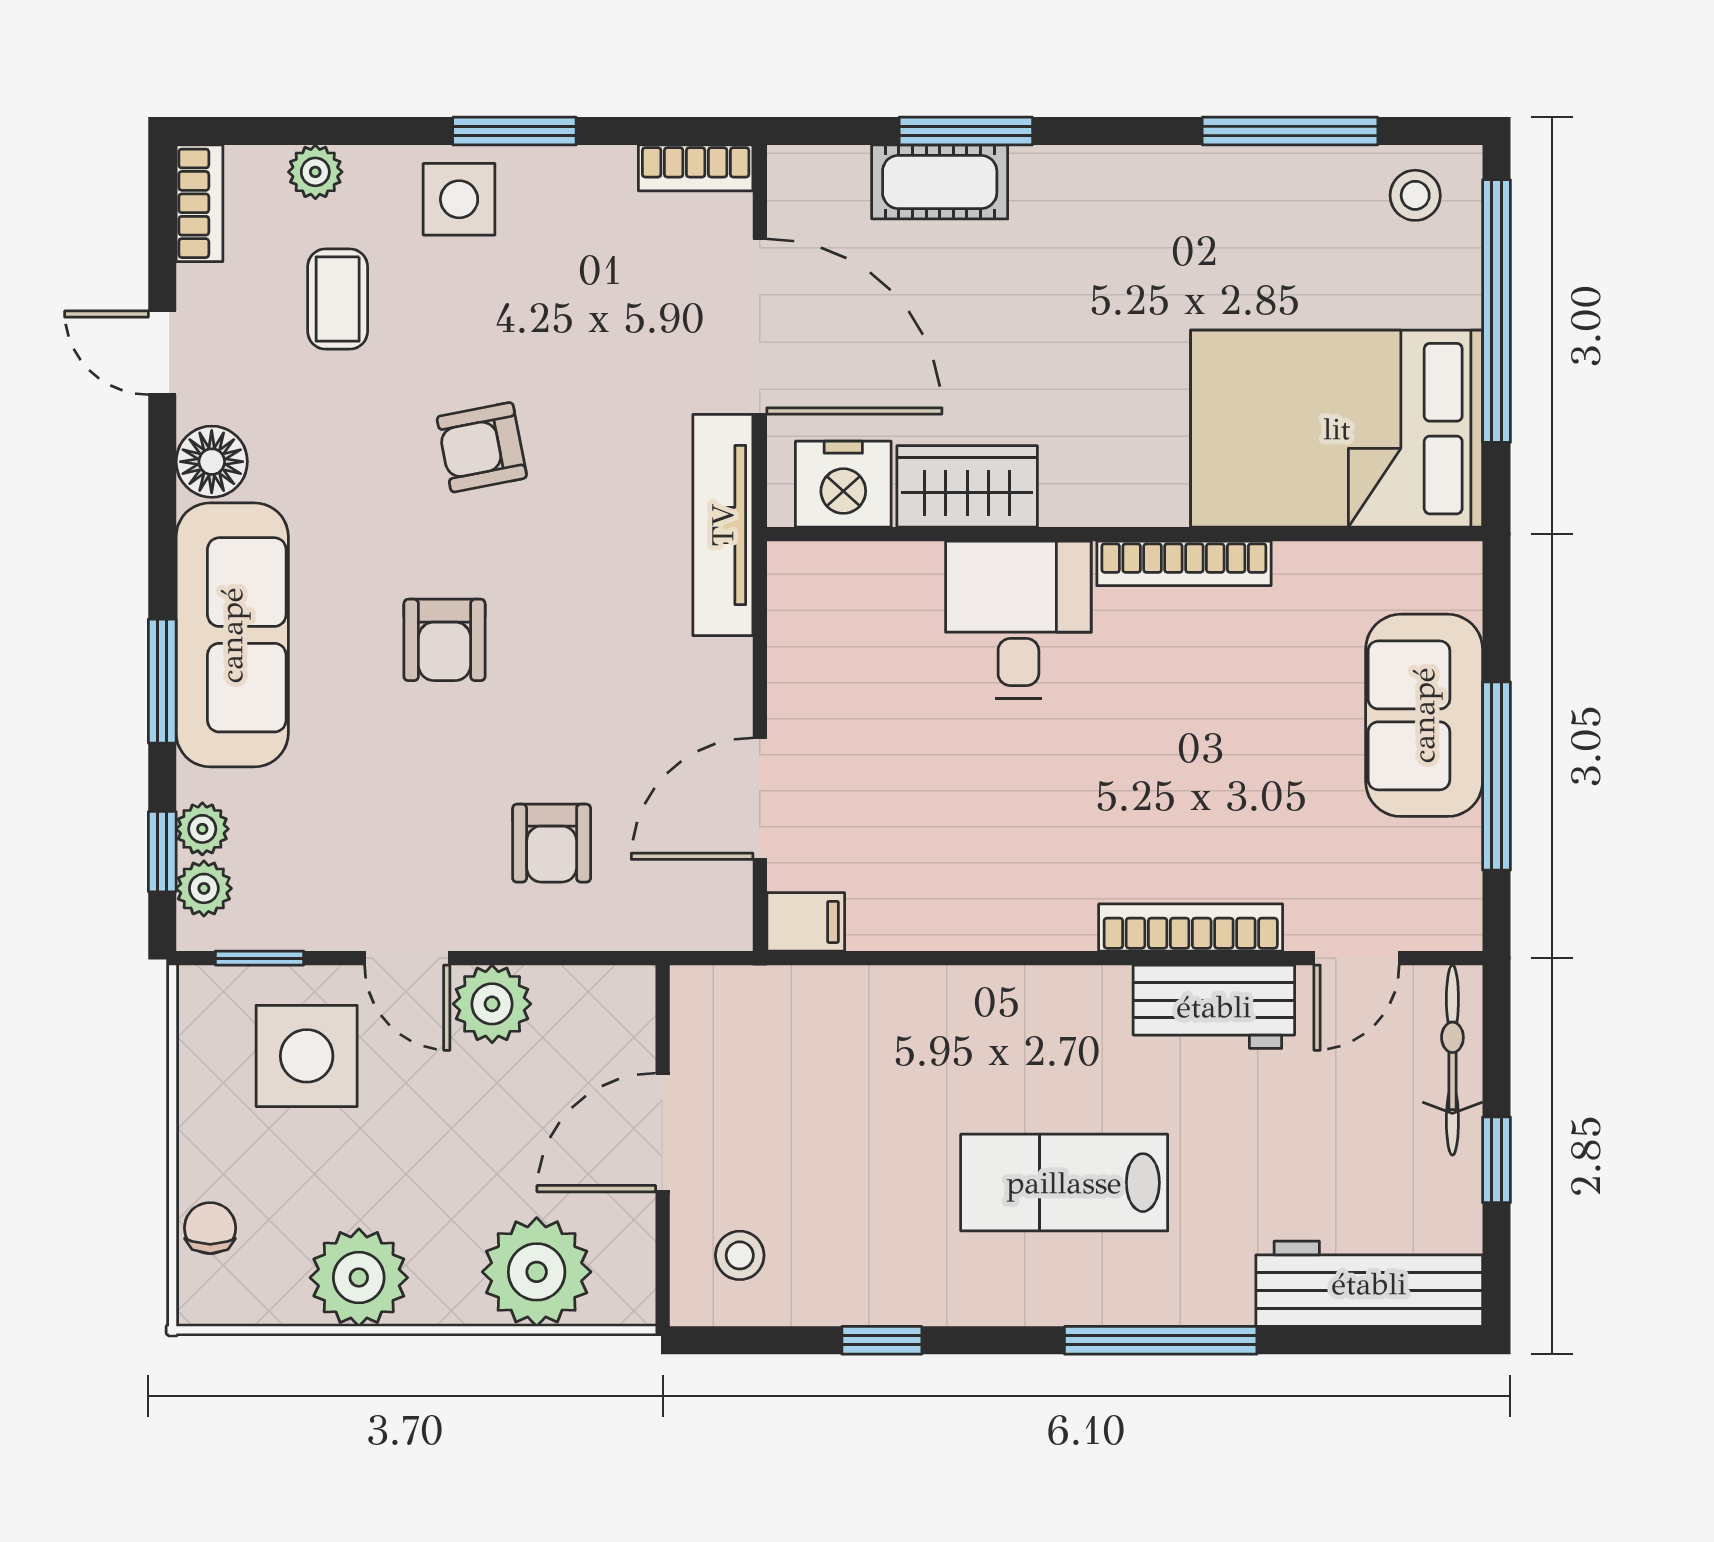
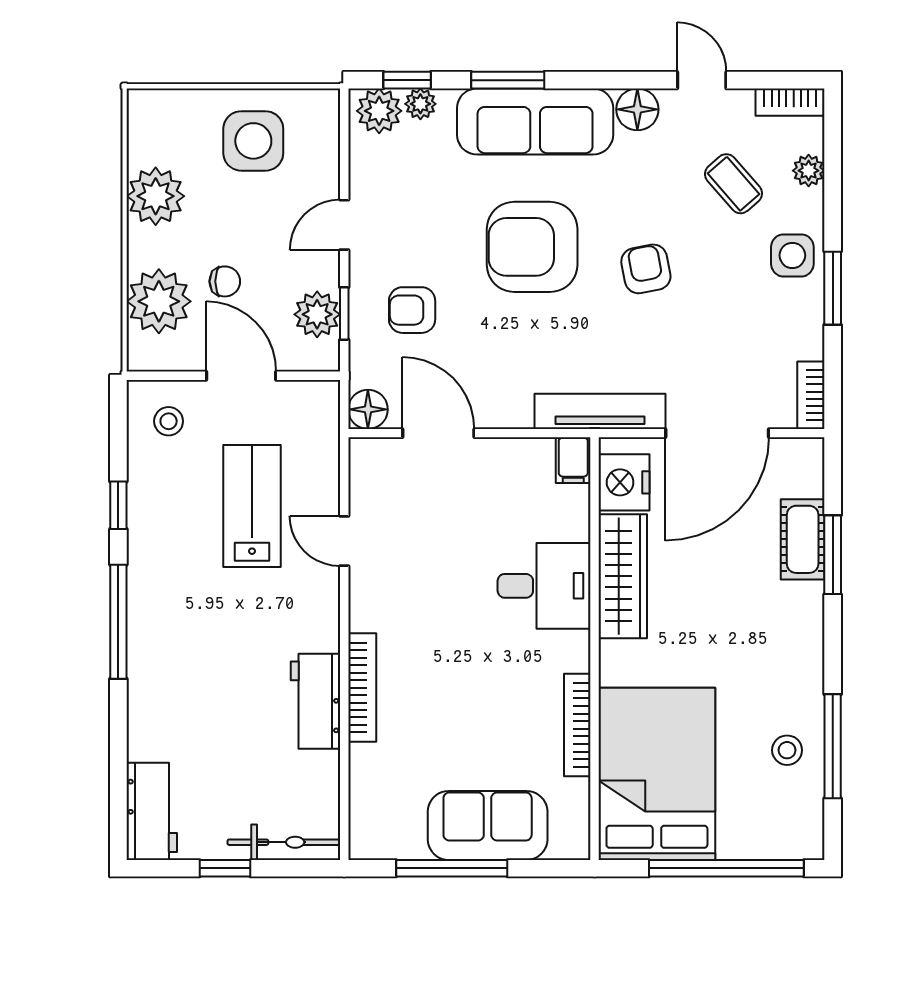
stool: (1415, 195) -> (787, 750), moved
coffee table: (338, 299) -> (733, 184), turned 49
door: (162, 353) -> (702, 80), hinge flipped
wardrobe: (967, 486) -> (623, 576), width x1.50
bookcase: (1184, 563) -> (577, 725), moved
armchair: (444, 640) -> (532, 247), width x1.88, depth x1.88
plant: (204, 888) -> (379, 111), width x1.38, depth x1.38
floor lamp: (720, 918) -> (368, 409), added
filing cabinet: (806, 922) -> (573, 460), moved
window: (259, 958) -> (344, 314), moved
door: (1357, 958) -> (344, 541), moved
plant: (492, 1004) -> (317, 314), moved
side table: (307, 1056) -> (253, 141), moved
lab bench: (1064, 1183) -> (252, 506), moved
chair: (210, 1228) -> (225, 281), moved
workbench: (1369, 1284) -> (152, 811), width x0.73
window: (1161, 1340) -> (118, 622), moved

